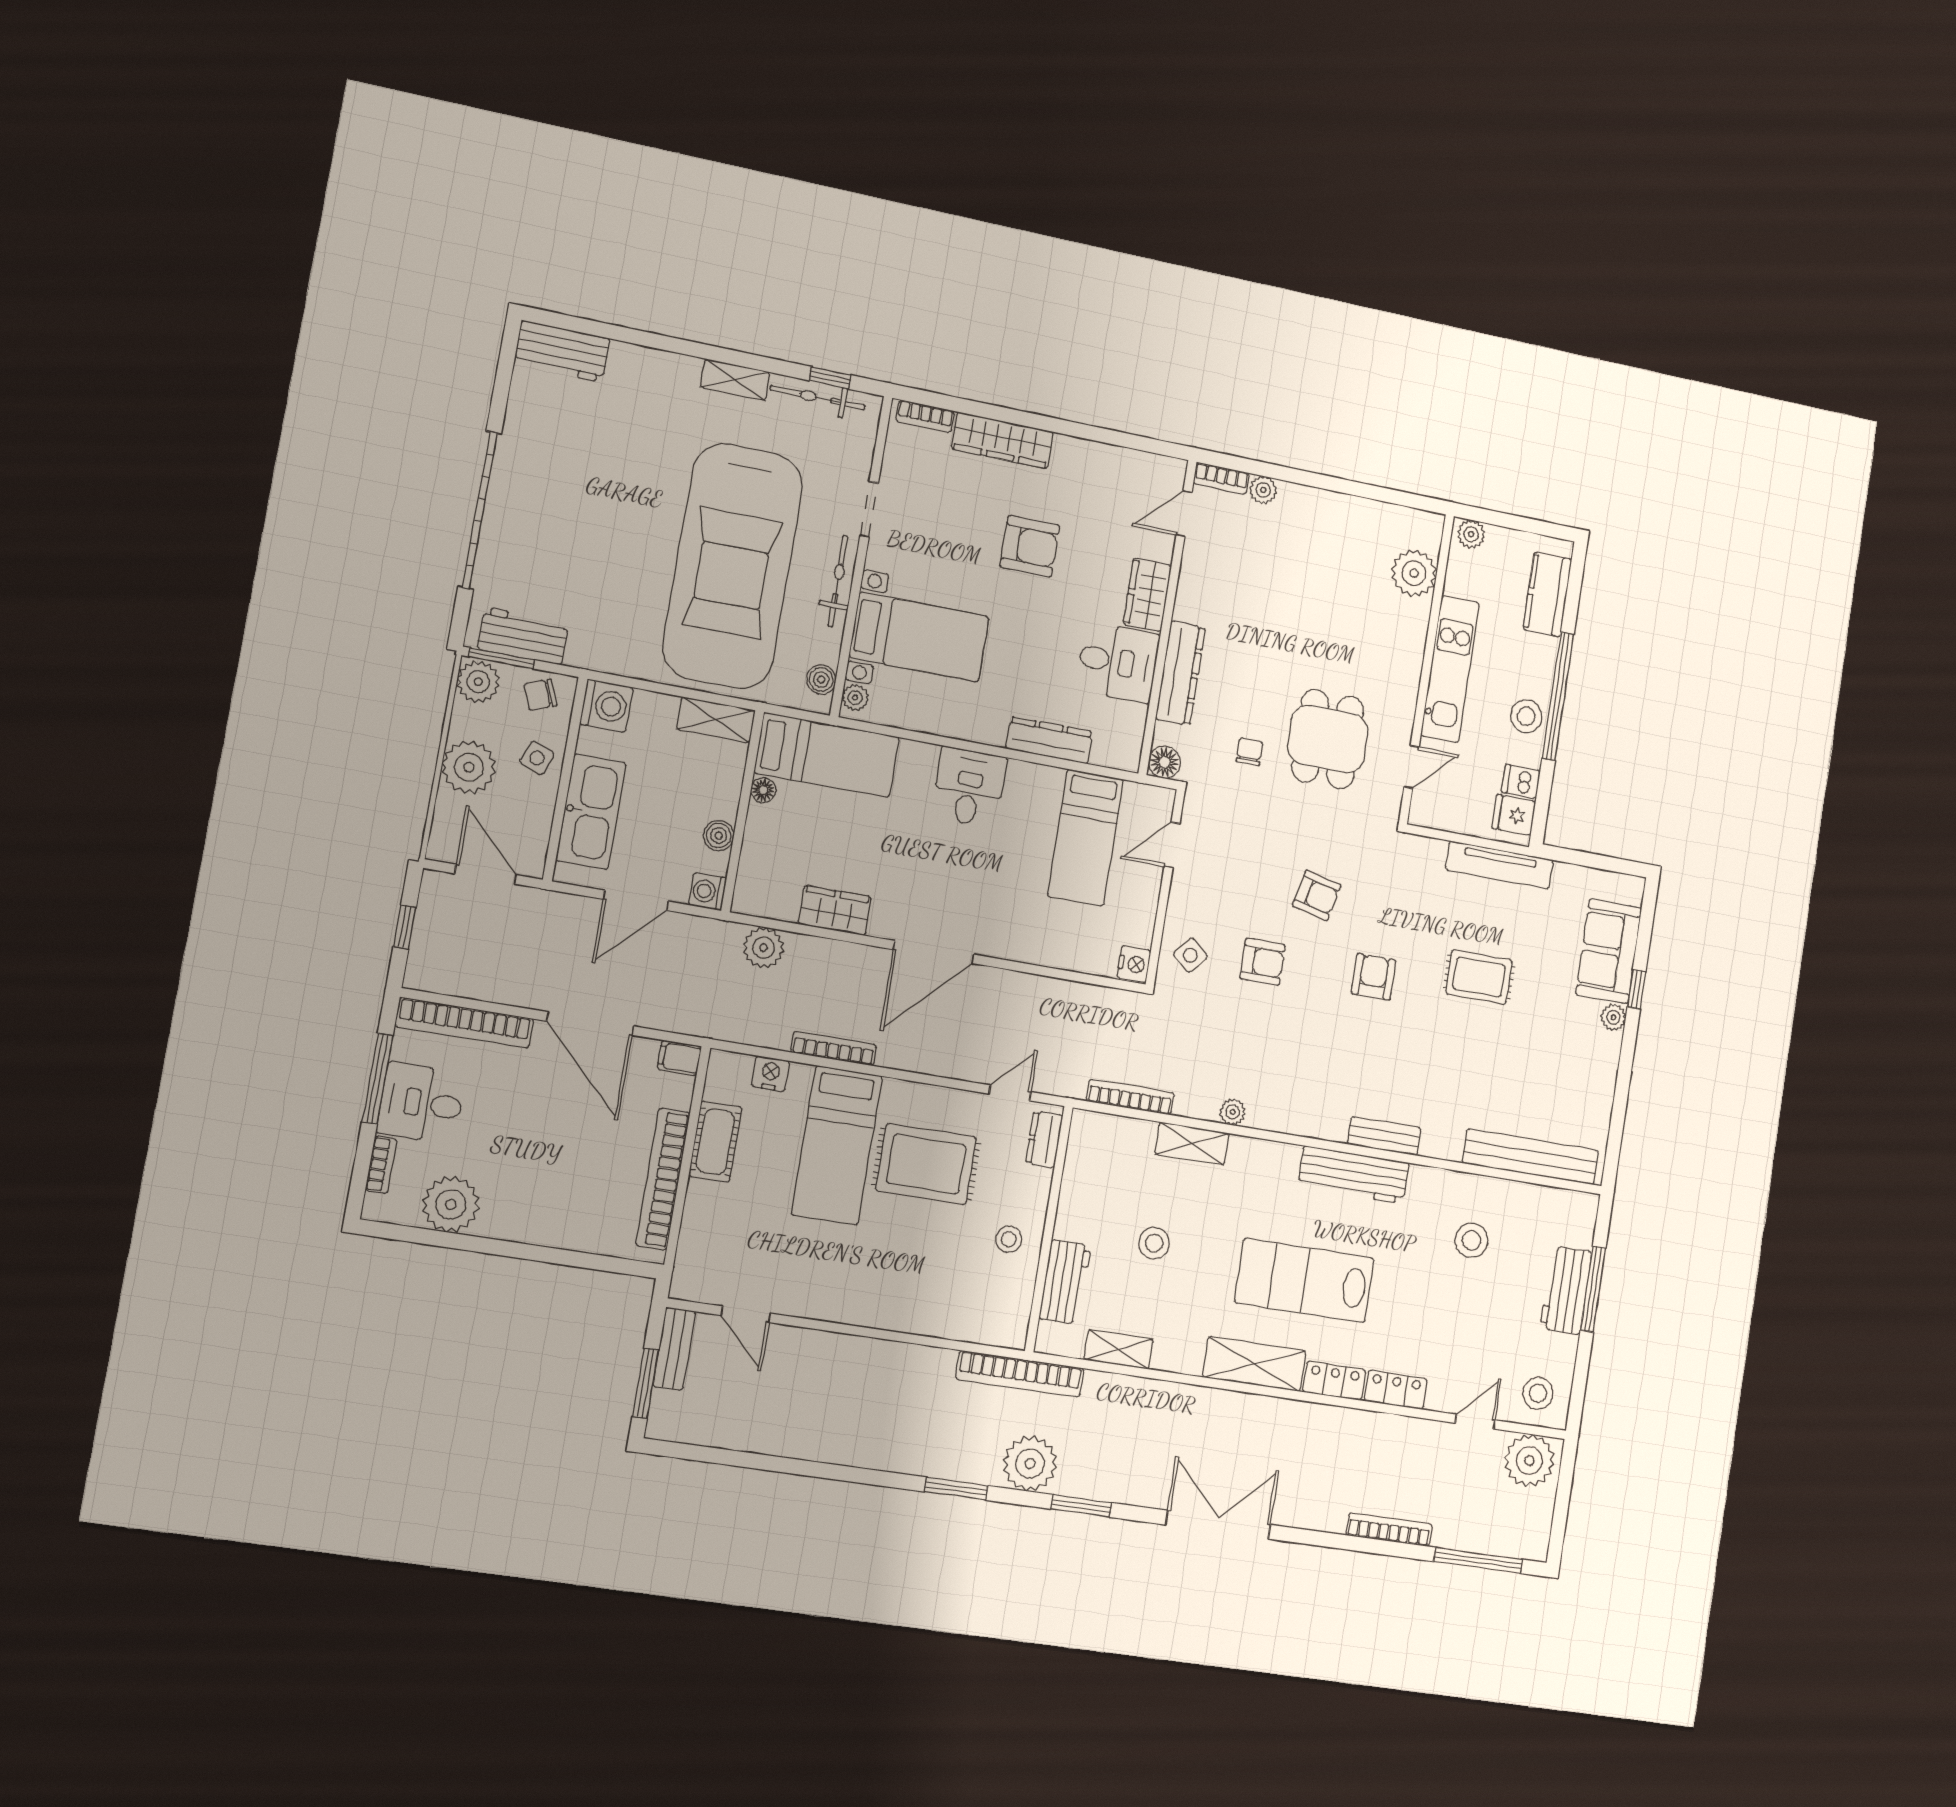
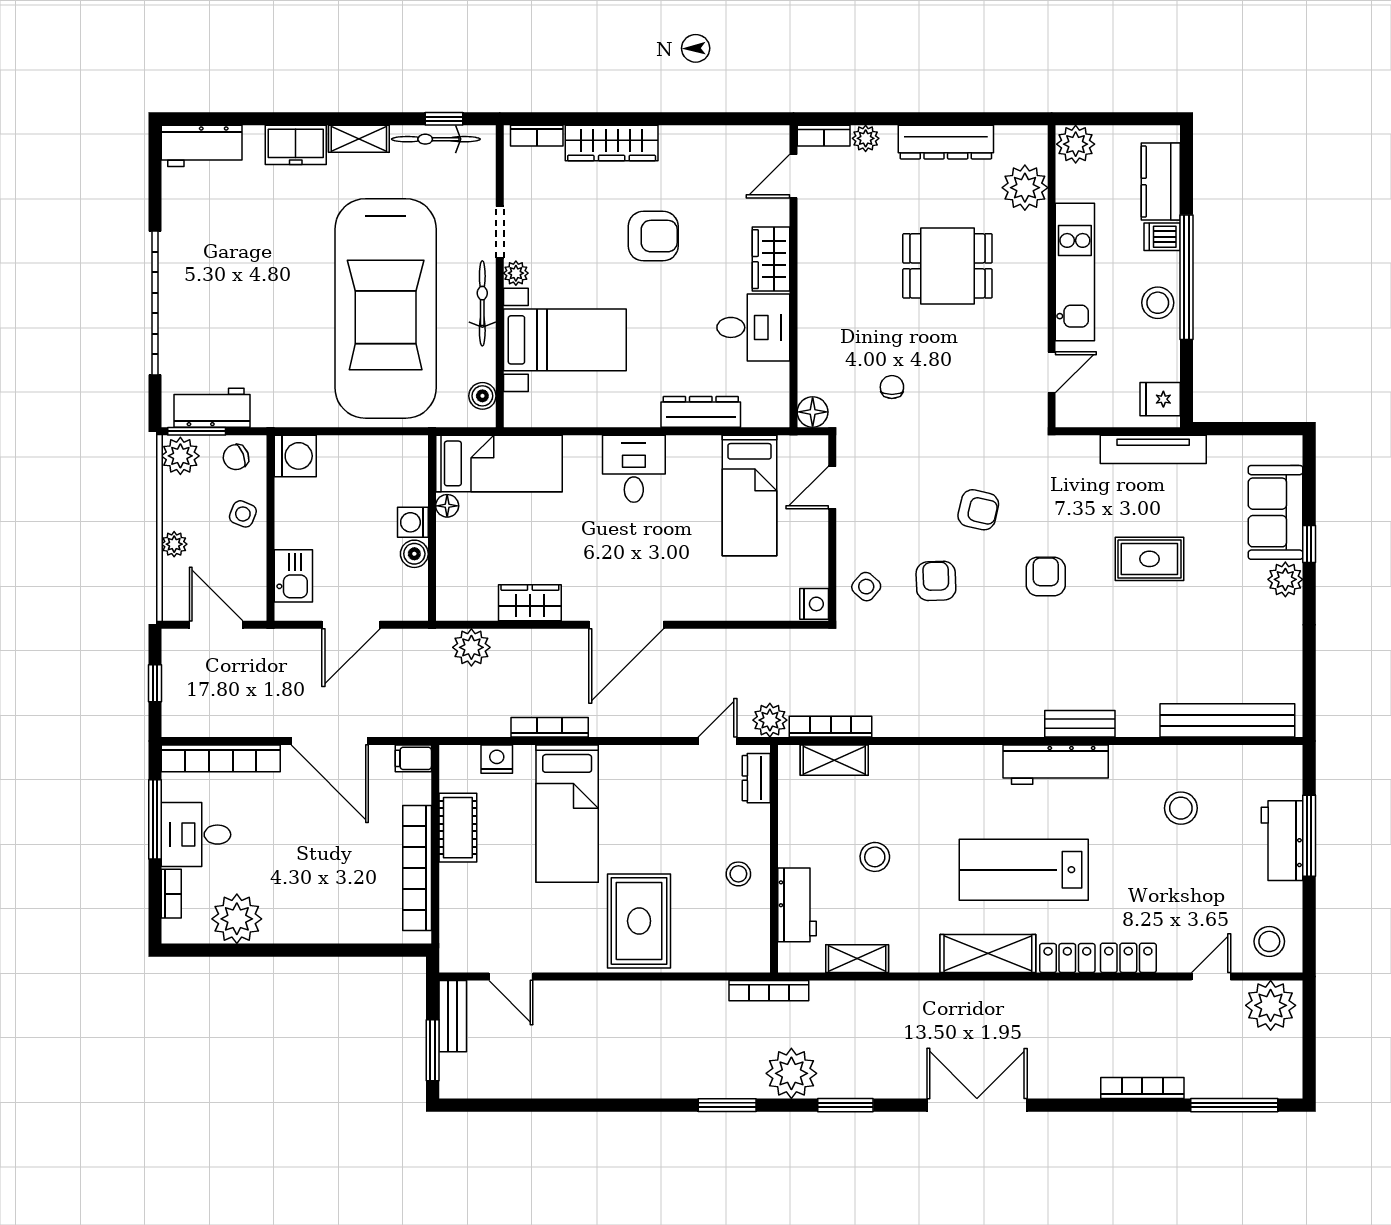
freezer: (665, 372) -> (296, 145), added
plant: (1471, 534) -> (1076, 144), width x1.38, depth x1.38
dresser: (1180, 673) -> (946, 142), moved, turned 90
plant: (855, 698) -> (516, 273), moved
shelving: (716, 720) -> (394, 450), removed
dining table: (1328, 739) -> (947, 266), moved, turned 90
plant: (469, 767) -> (174, 544), width x0.53, depth x0.53
dishwasher: (1521, 781) -> (1162, 237), moved
kitchen sink: (591, 812) -> (293, 576), width x0.53, depth x0.81
washing machine: (707, 891) -> (413, 522), moved
armchair: (1262, 962) -> (936, 581), turned -92
plant: (1613, 1017) -> (1285, 579), width x1.38, depth x1.38
plant: (1233, 1112) -> (770, 720), moved, width x1.38, depth x1.38
shelving: (1192, 1144) -> (834, 760), moved
rug: (926, 1164) -> (639, 921), moved, turned 90
bookcase: (1020, 1374) -> (769, 991), width x0.68, depth x0.76

